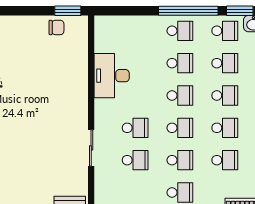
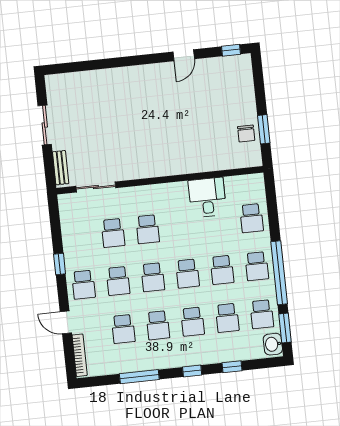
window: (68, 11) -> (264, 129), moved
school desk: (135, 31) -> (252, 218), added
desk: (112, 76) -> (207, 197), width x0.73
sliding door: (91, 148) -> (96, 187), moved

